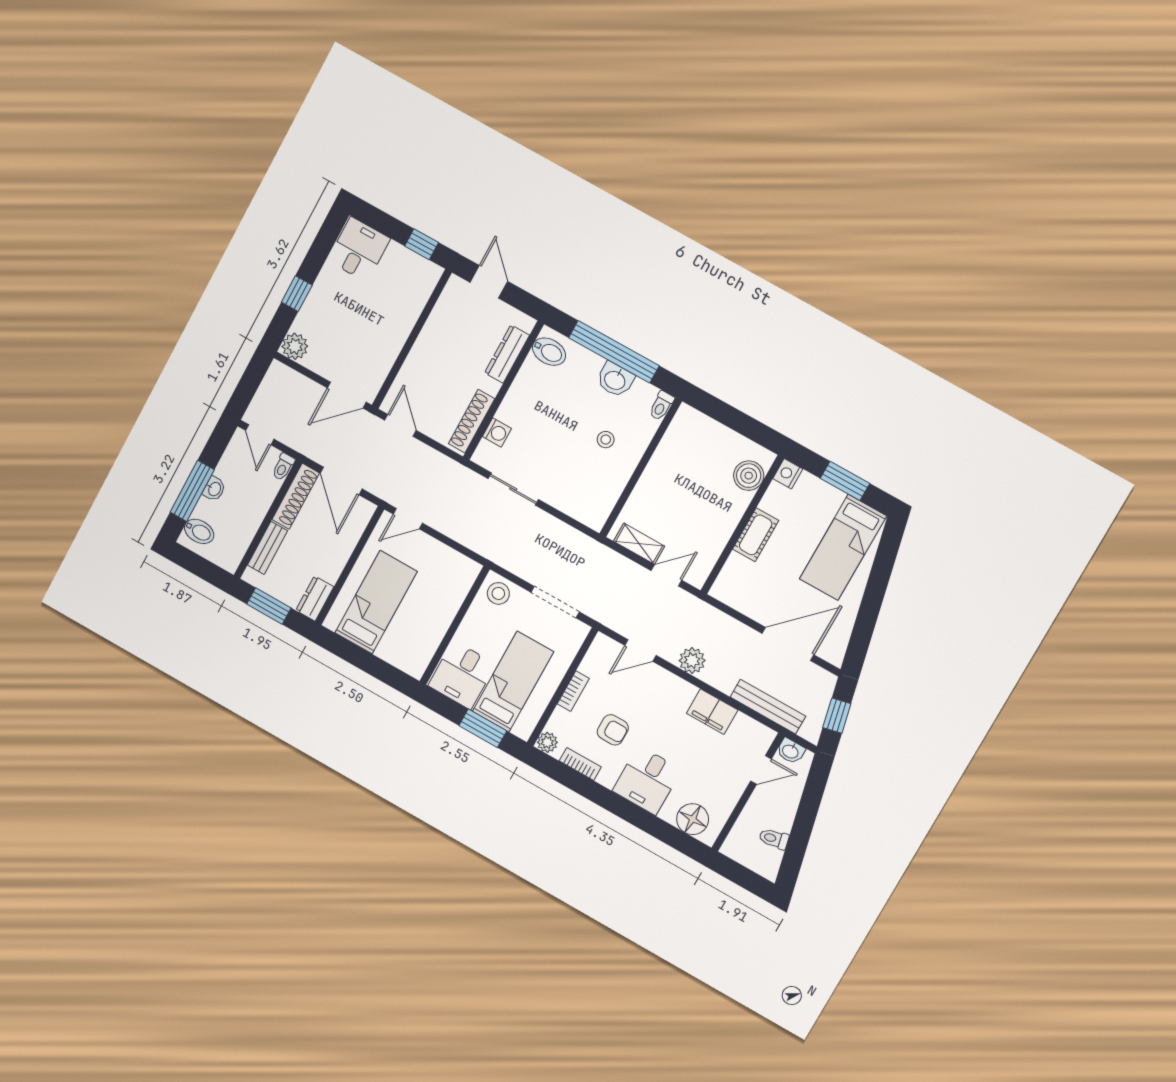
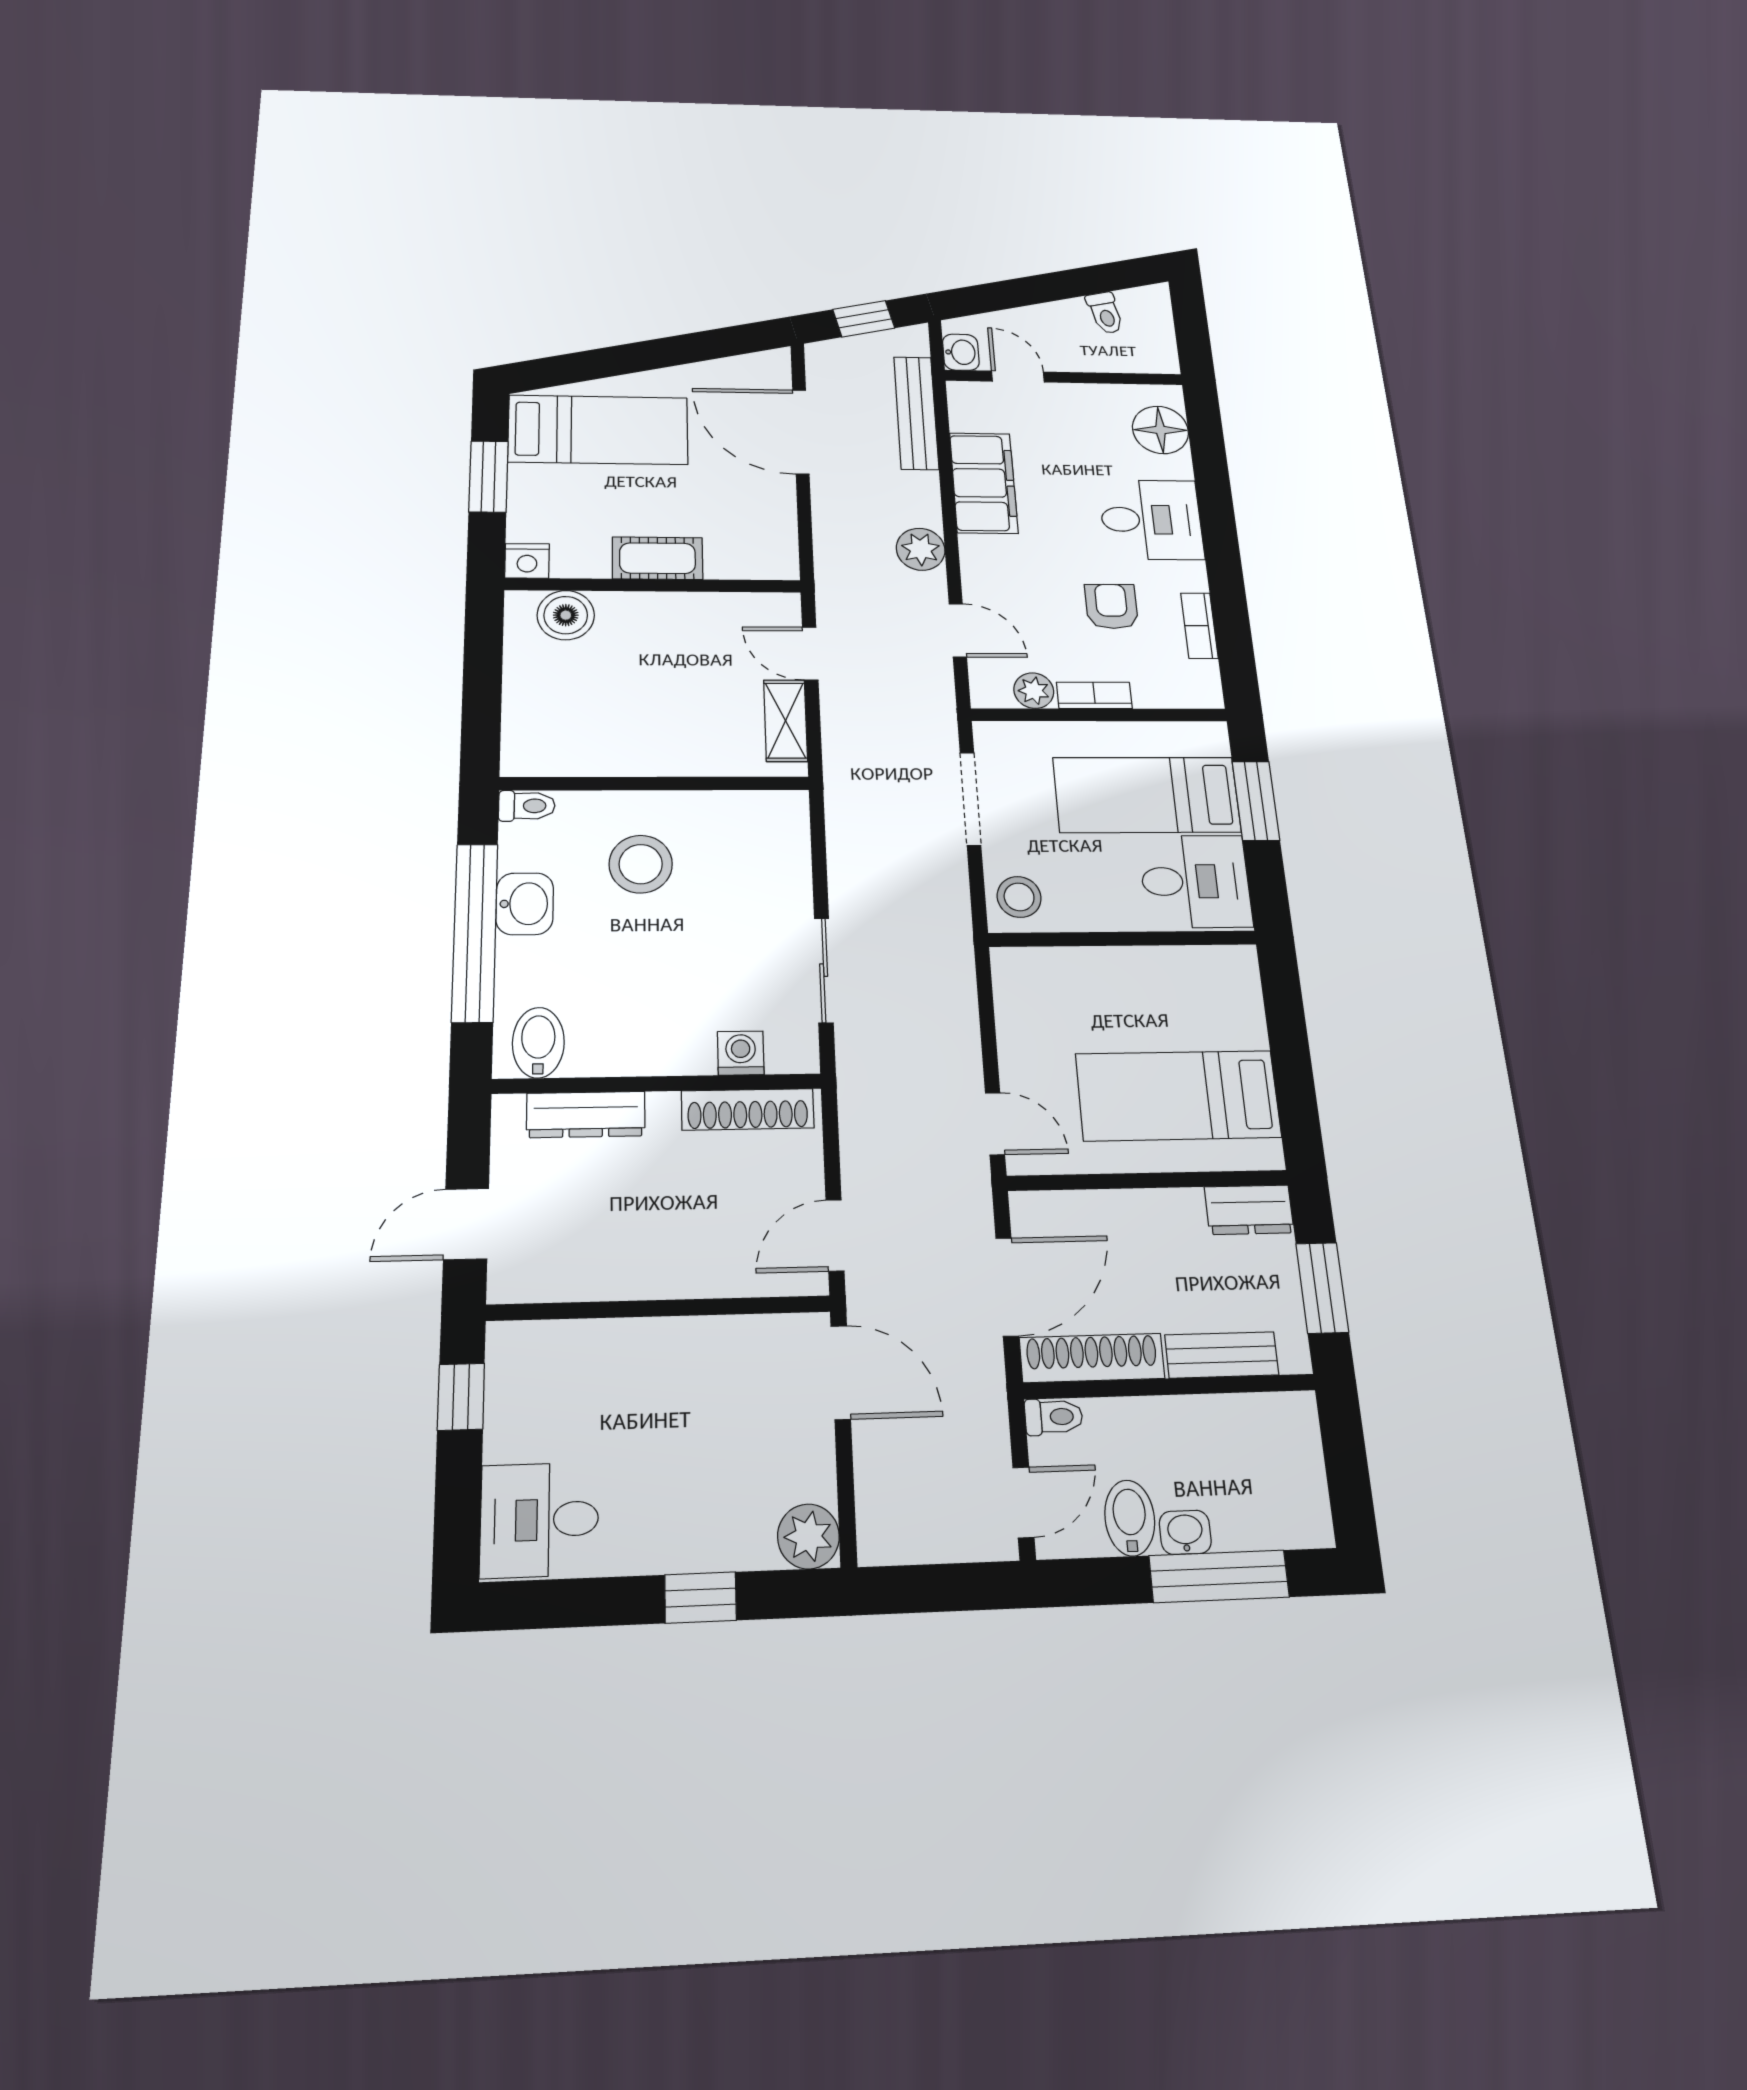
stool: (606, 440) -> (641, 864), width x1.89, depth x1.89
bidet: (199, 531) -> (1130, 1518), moved
filing cabinet: (712, 712) -> (984, 483), width x1.50, depth x1.17
plant: (547, 742) -> (1034, 691), moved

